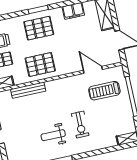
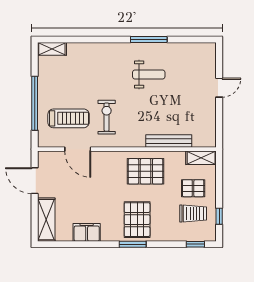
pallet: (39, 28) -> (137, 220), turned 90
exercise bike: (80, 125) -> (107, 117), moved

